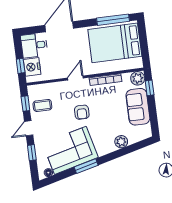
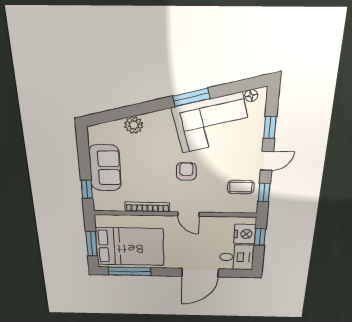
window: (144, 41) -> (92, 244), added
door: (75, 78) -> (188, 214), hinge flipped
plant: (138, 78) -> (103, 203), removed

